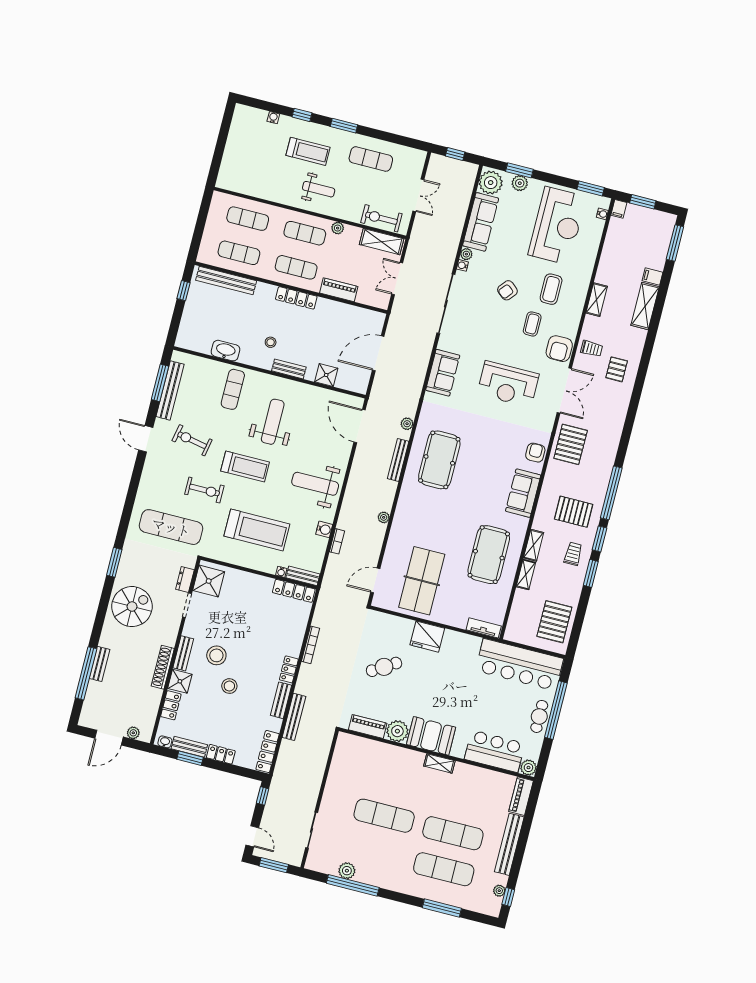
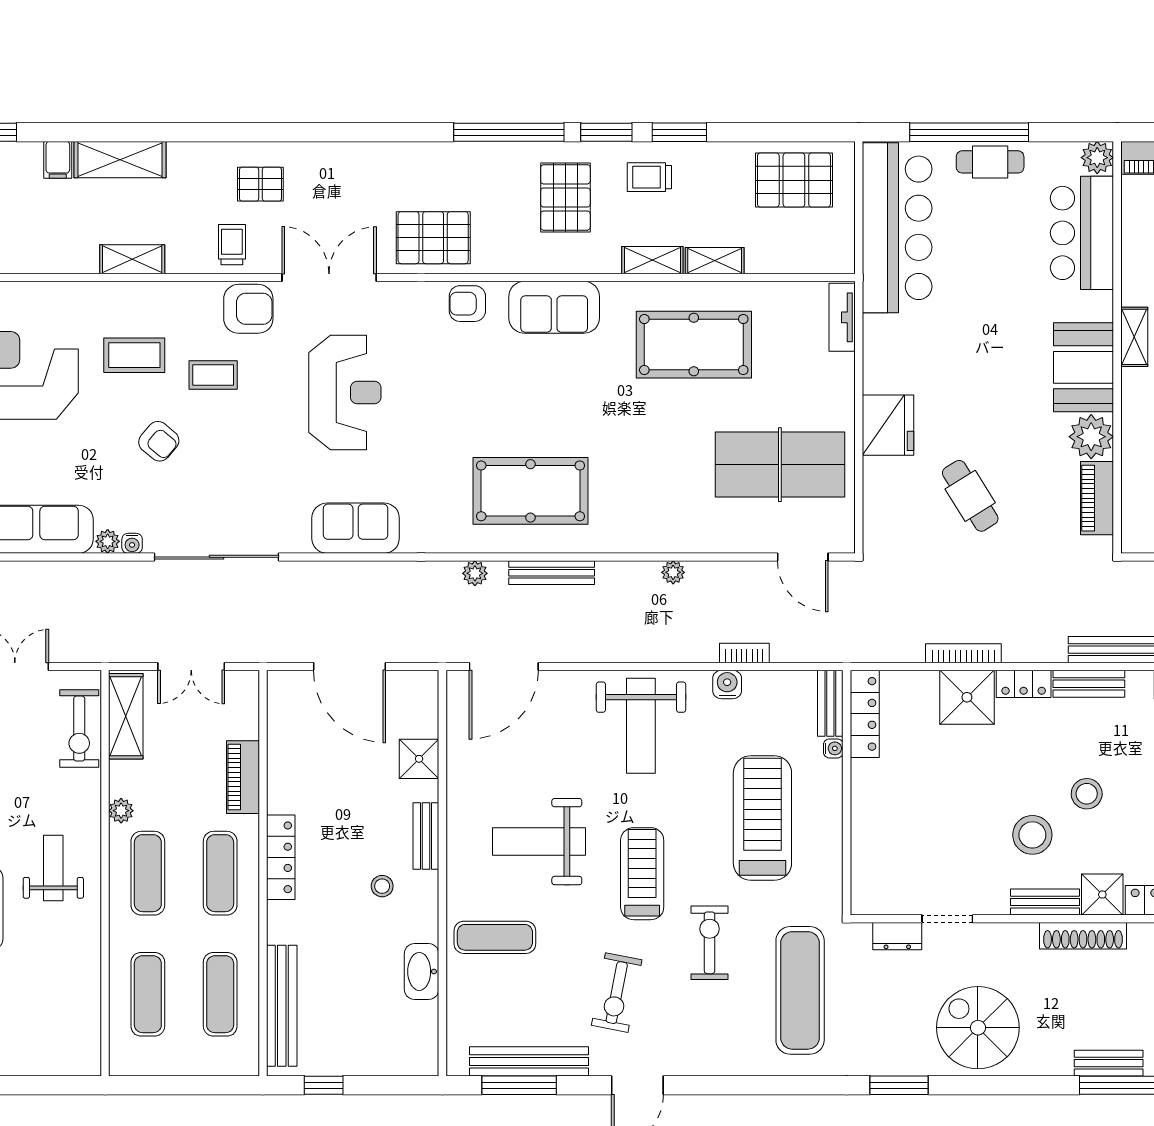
shower: (209, 581) -> (967, 697), moved

